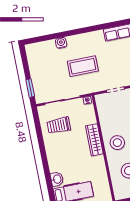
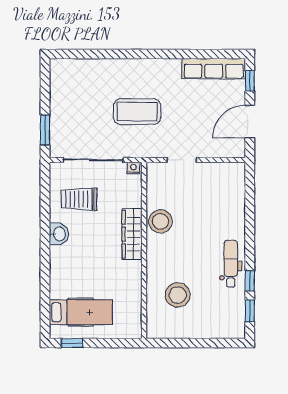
water cooler: (61, 43) -> (109, 67), removed
stool: (117, 143) -> (160, 221), moved
washbasin: (57, 179) -> (59, 234), moved

